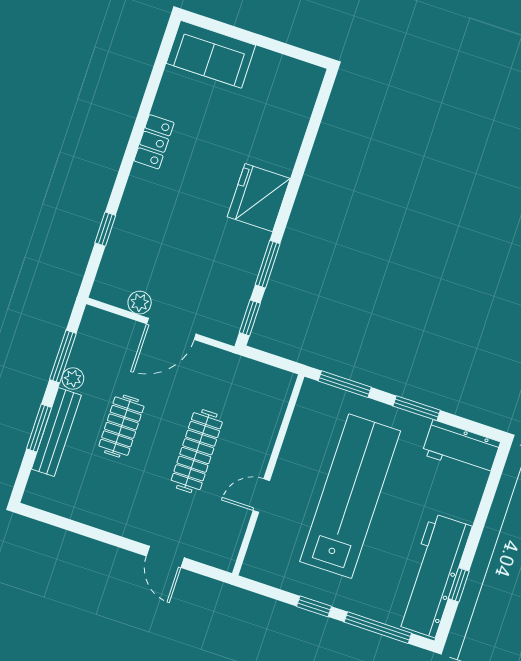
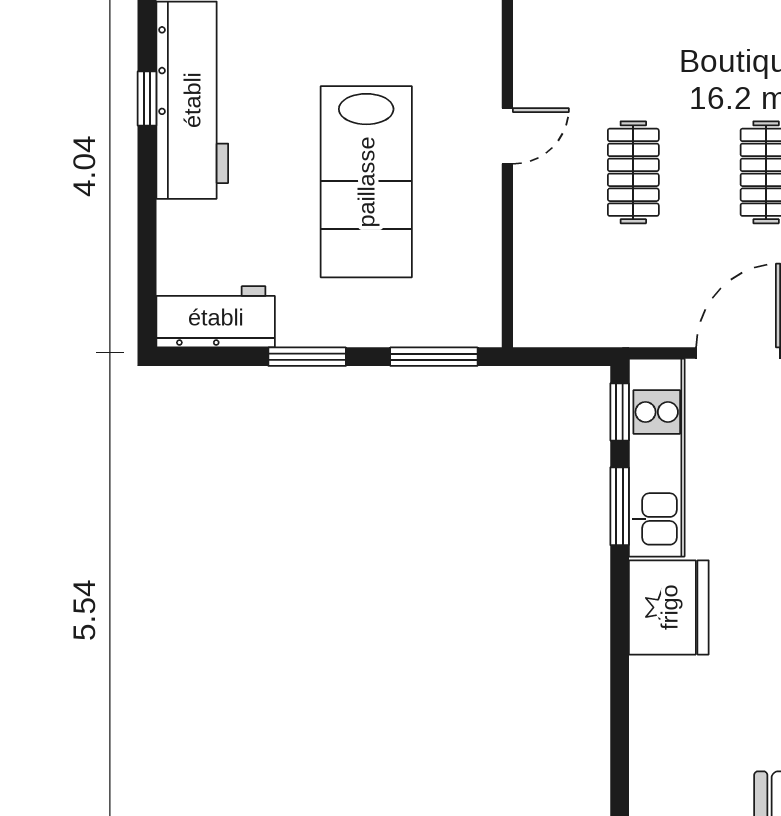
kitchen unit: (237, 285) -> (657, 458), added
clothes rail: (197, 451) -> (633, 172), width x0.73
lab bench: (350, 496) -> (366, 182), width x0.73

